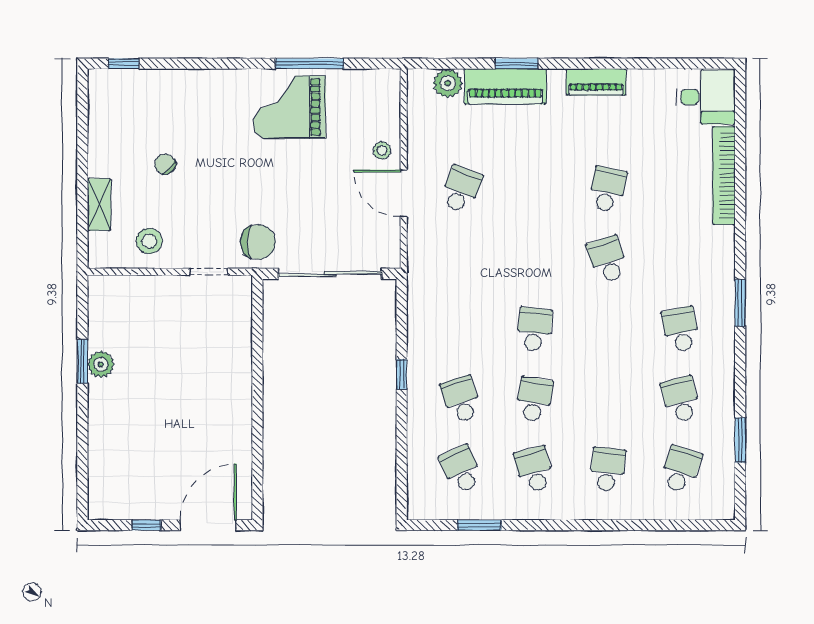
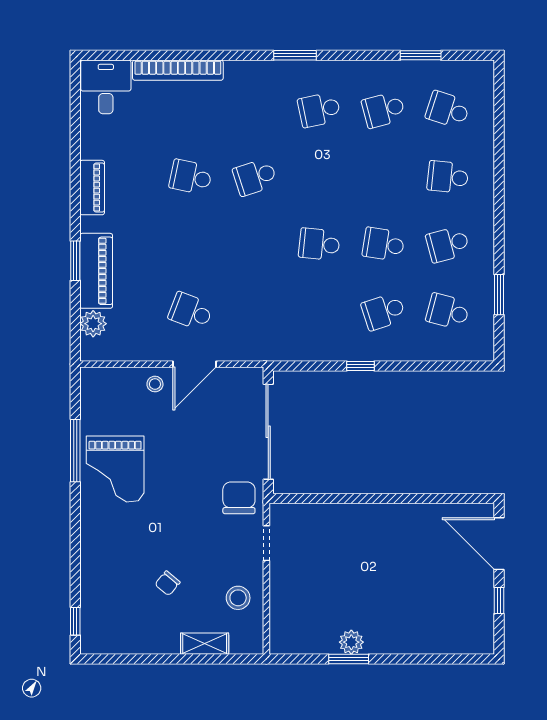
school desk: (461, 469) -> (448, 312), turned 39

